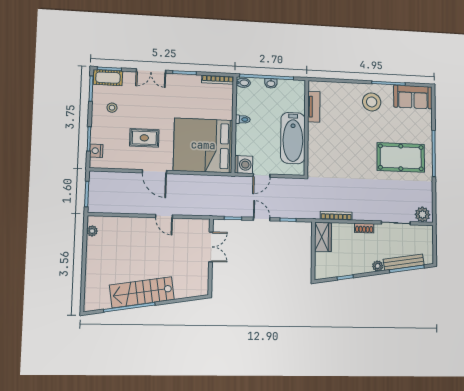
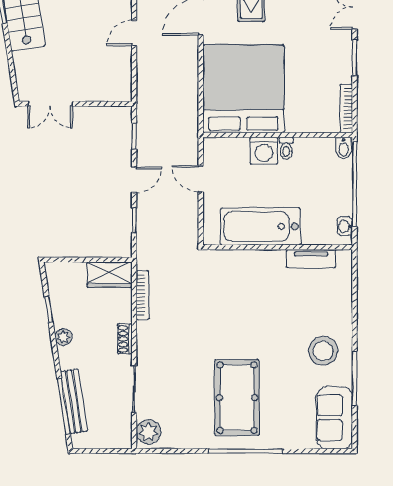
washbasin: (271, 83) -> (345, 226), moved
washing machine: (243, 165) -> (264, 151), moved
double door: (211, 247) -> (50, 104), moved
plant: (378, 266) -> (63, 337), moved

